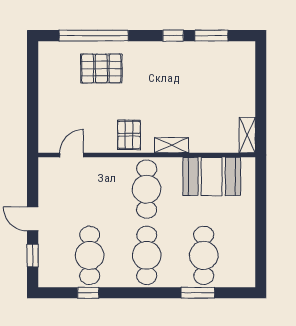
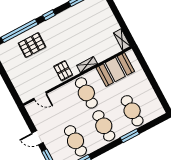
window: (173, 36) -> (49, 15), moved
door: (72, 155) -> (40, 96), swing flipped
window: (198, 293) -> (130, 136), moved

